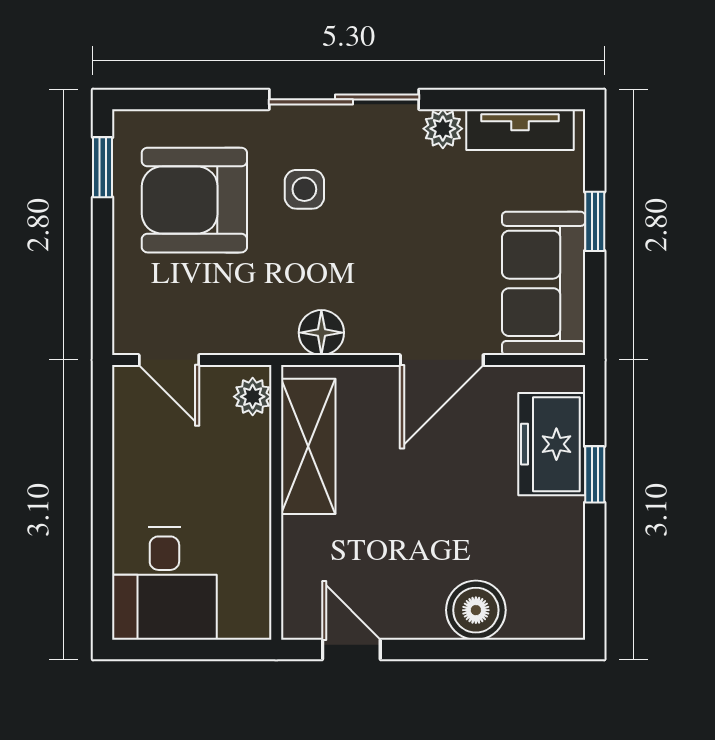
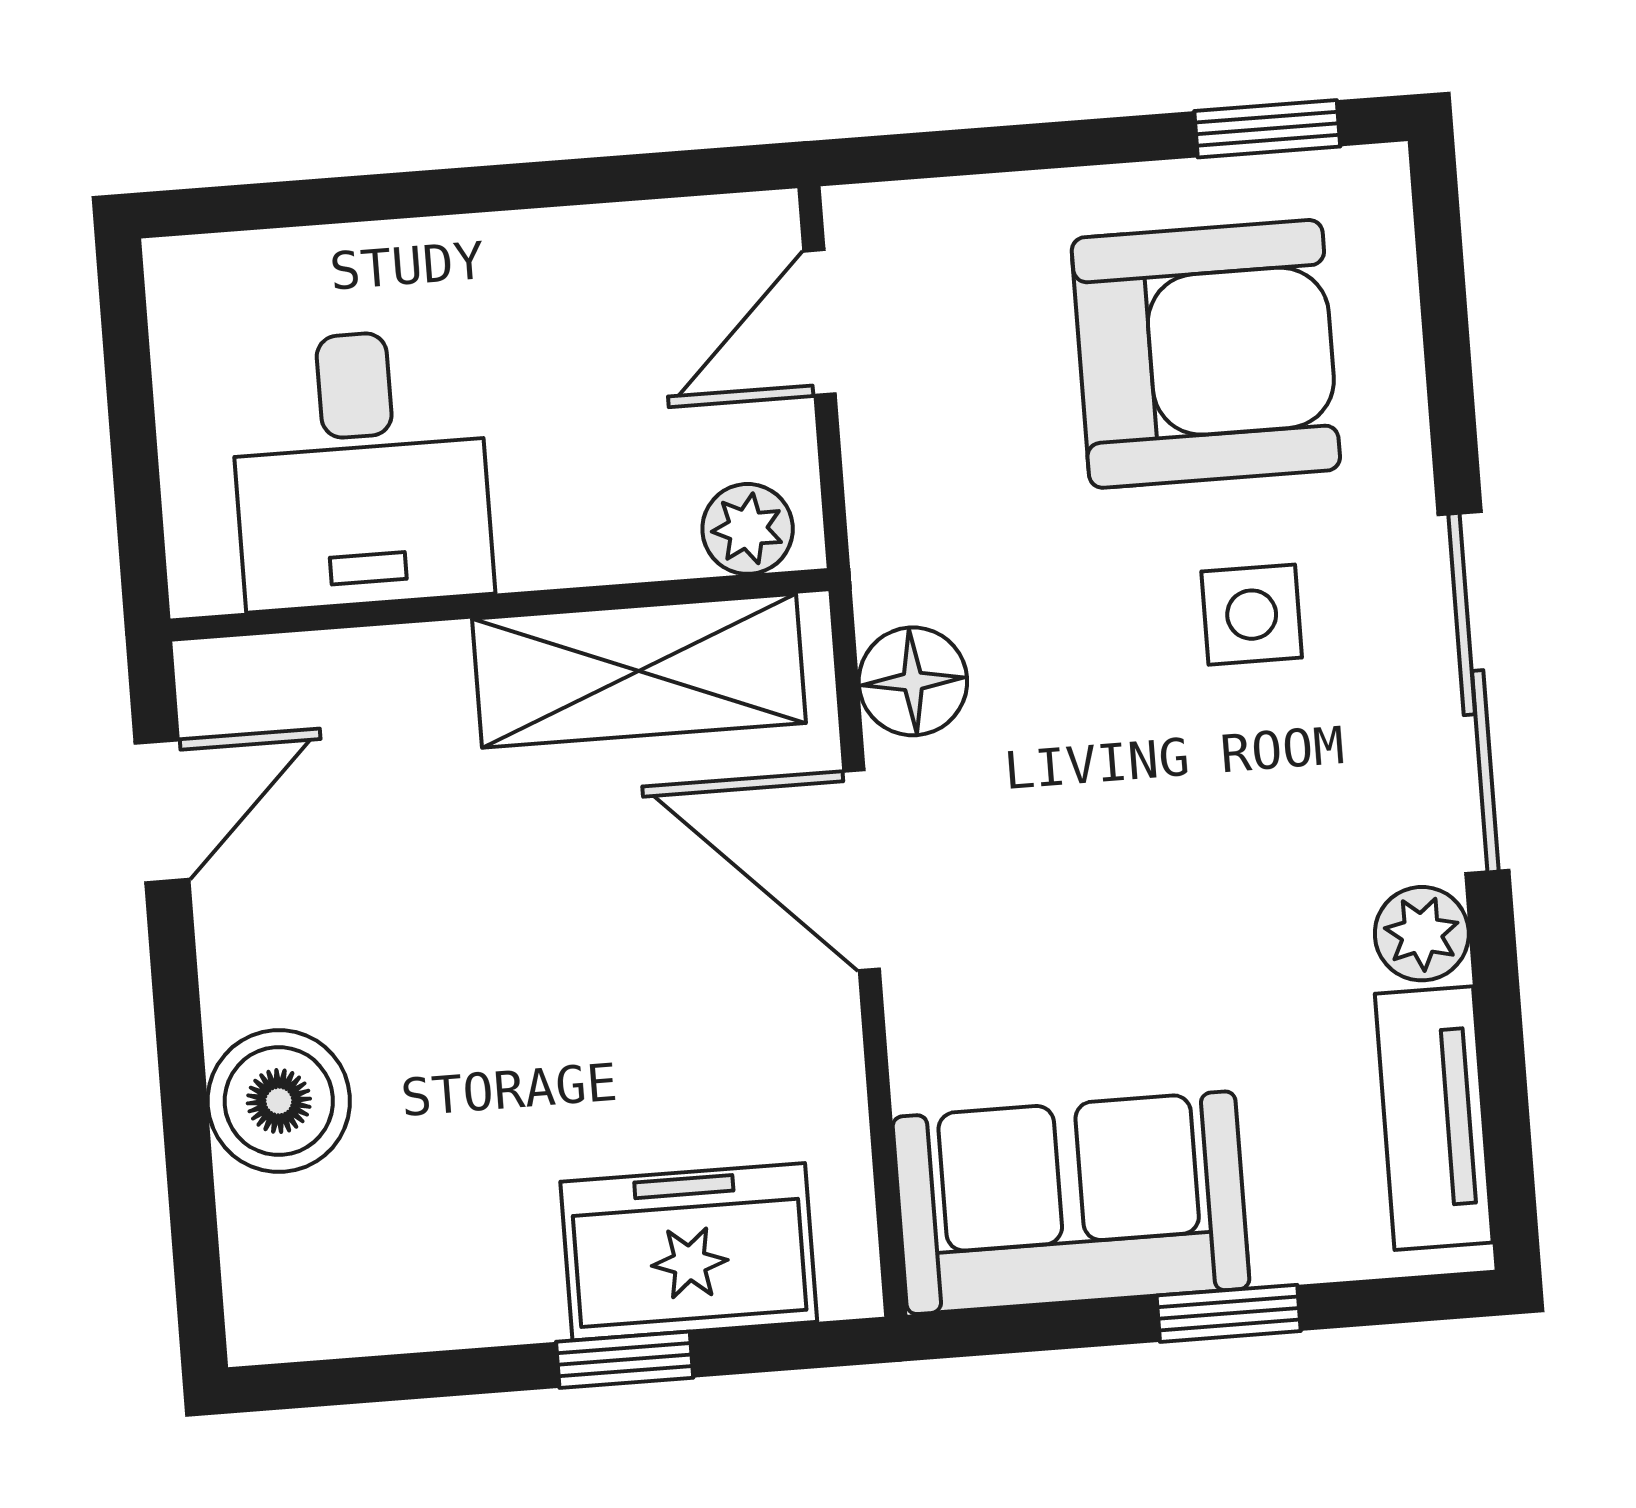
armchair: (194, 200) -> (1206, 354), turned 90
door: (442, 360) -> (862, 870), moved
desk: (164, 584) -> (361, 469), moved, turned -90

